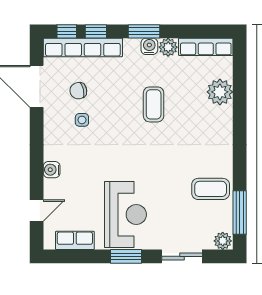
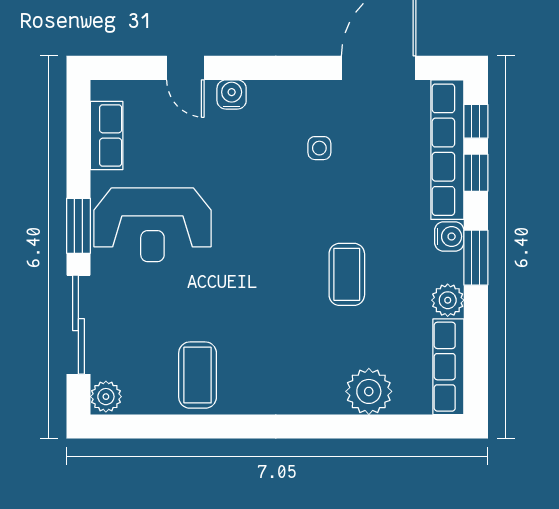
water cooler: (149, 46) -> (449, 236), moved
chair: (78, 91) -> (371, 142), removed
coffee table: (154, 104) -> (347, 274), turned 90
door: (37, 211) -> (185, 68), moved
window: (240, 212) -> (156, 426), removed
sliding door: (182, 256) -> (78, 325), width x1.37

